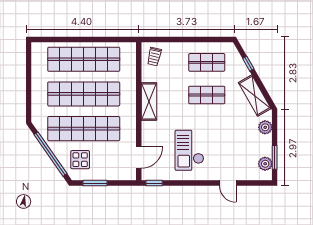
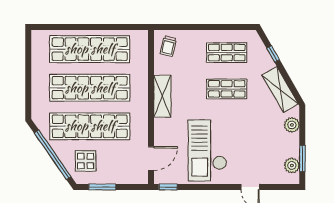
checkout: (189, 150) -> (207, 150), width x1.36, depth x1.21

